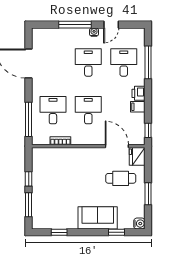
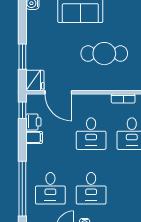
window: (148, 62) -> (22, 189), width x1.46
printer: (138, 93) -> (33, 122), moved
cafe table: (121, 178) -> (104, 54), moved, width x1.37, depth x1.35
window: (148, 194) -> (22, 57), moved

